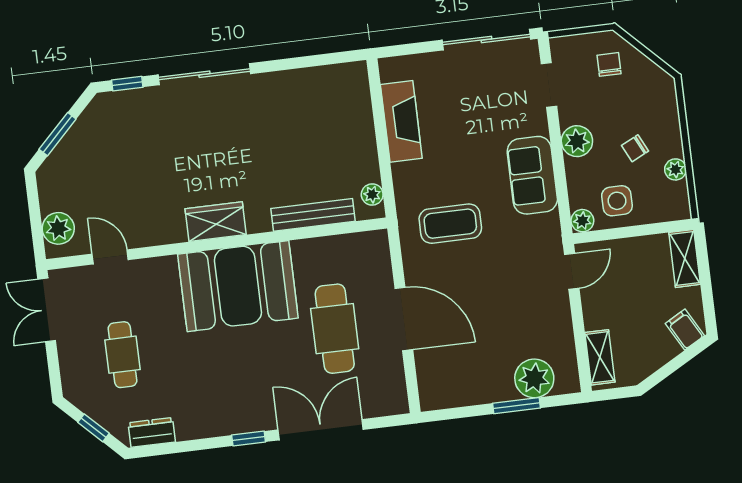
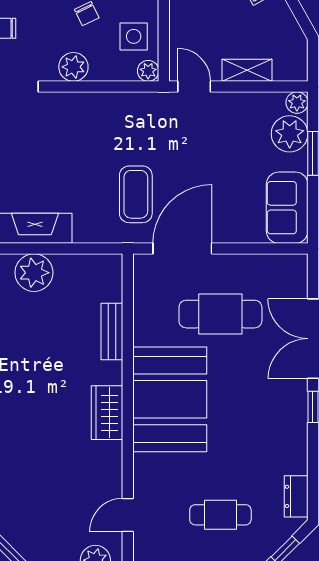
sofa: (532, 175) -> (287, 208), moved, turned 90
plant: (372, 194) -> (34, 273), moved, width x1.88, depth x1.88
bench: (313, 215) -> (112, 332), width x0.73
door: (404, 319) -> (182, 249), moved
shelving: (600, 357) -> (247, 70), moved
plant: (568, 382) -> (297, 103), added

